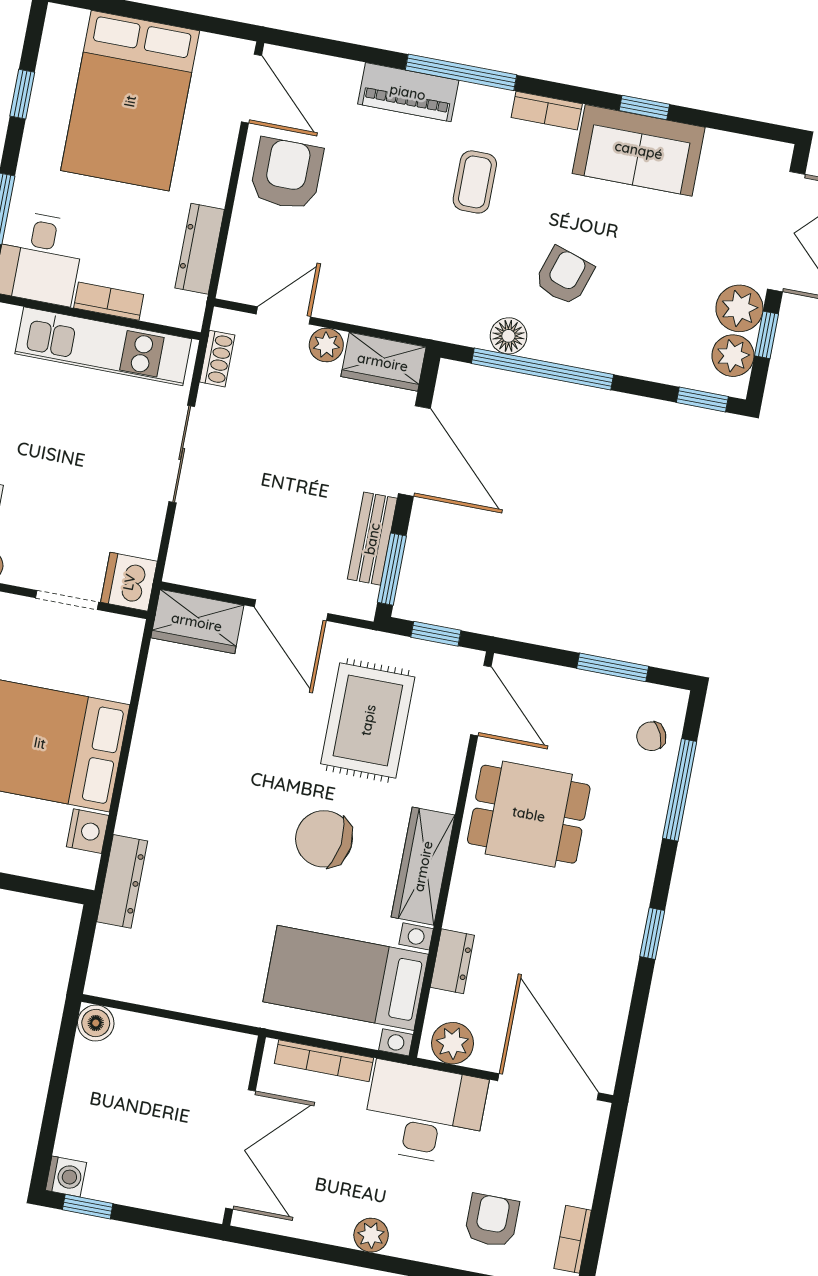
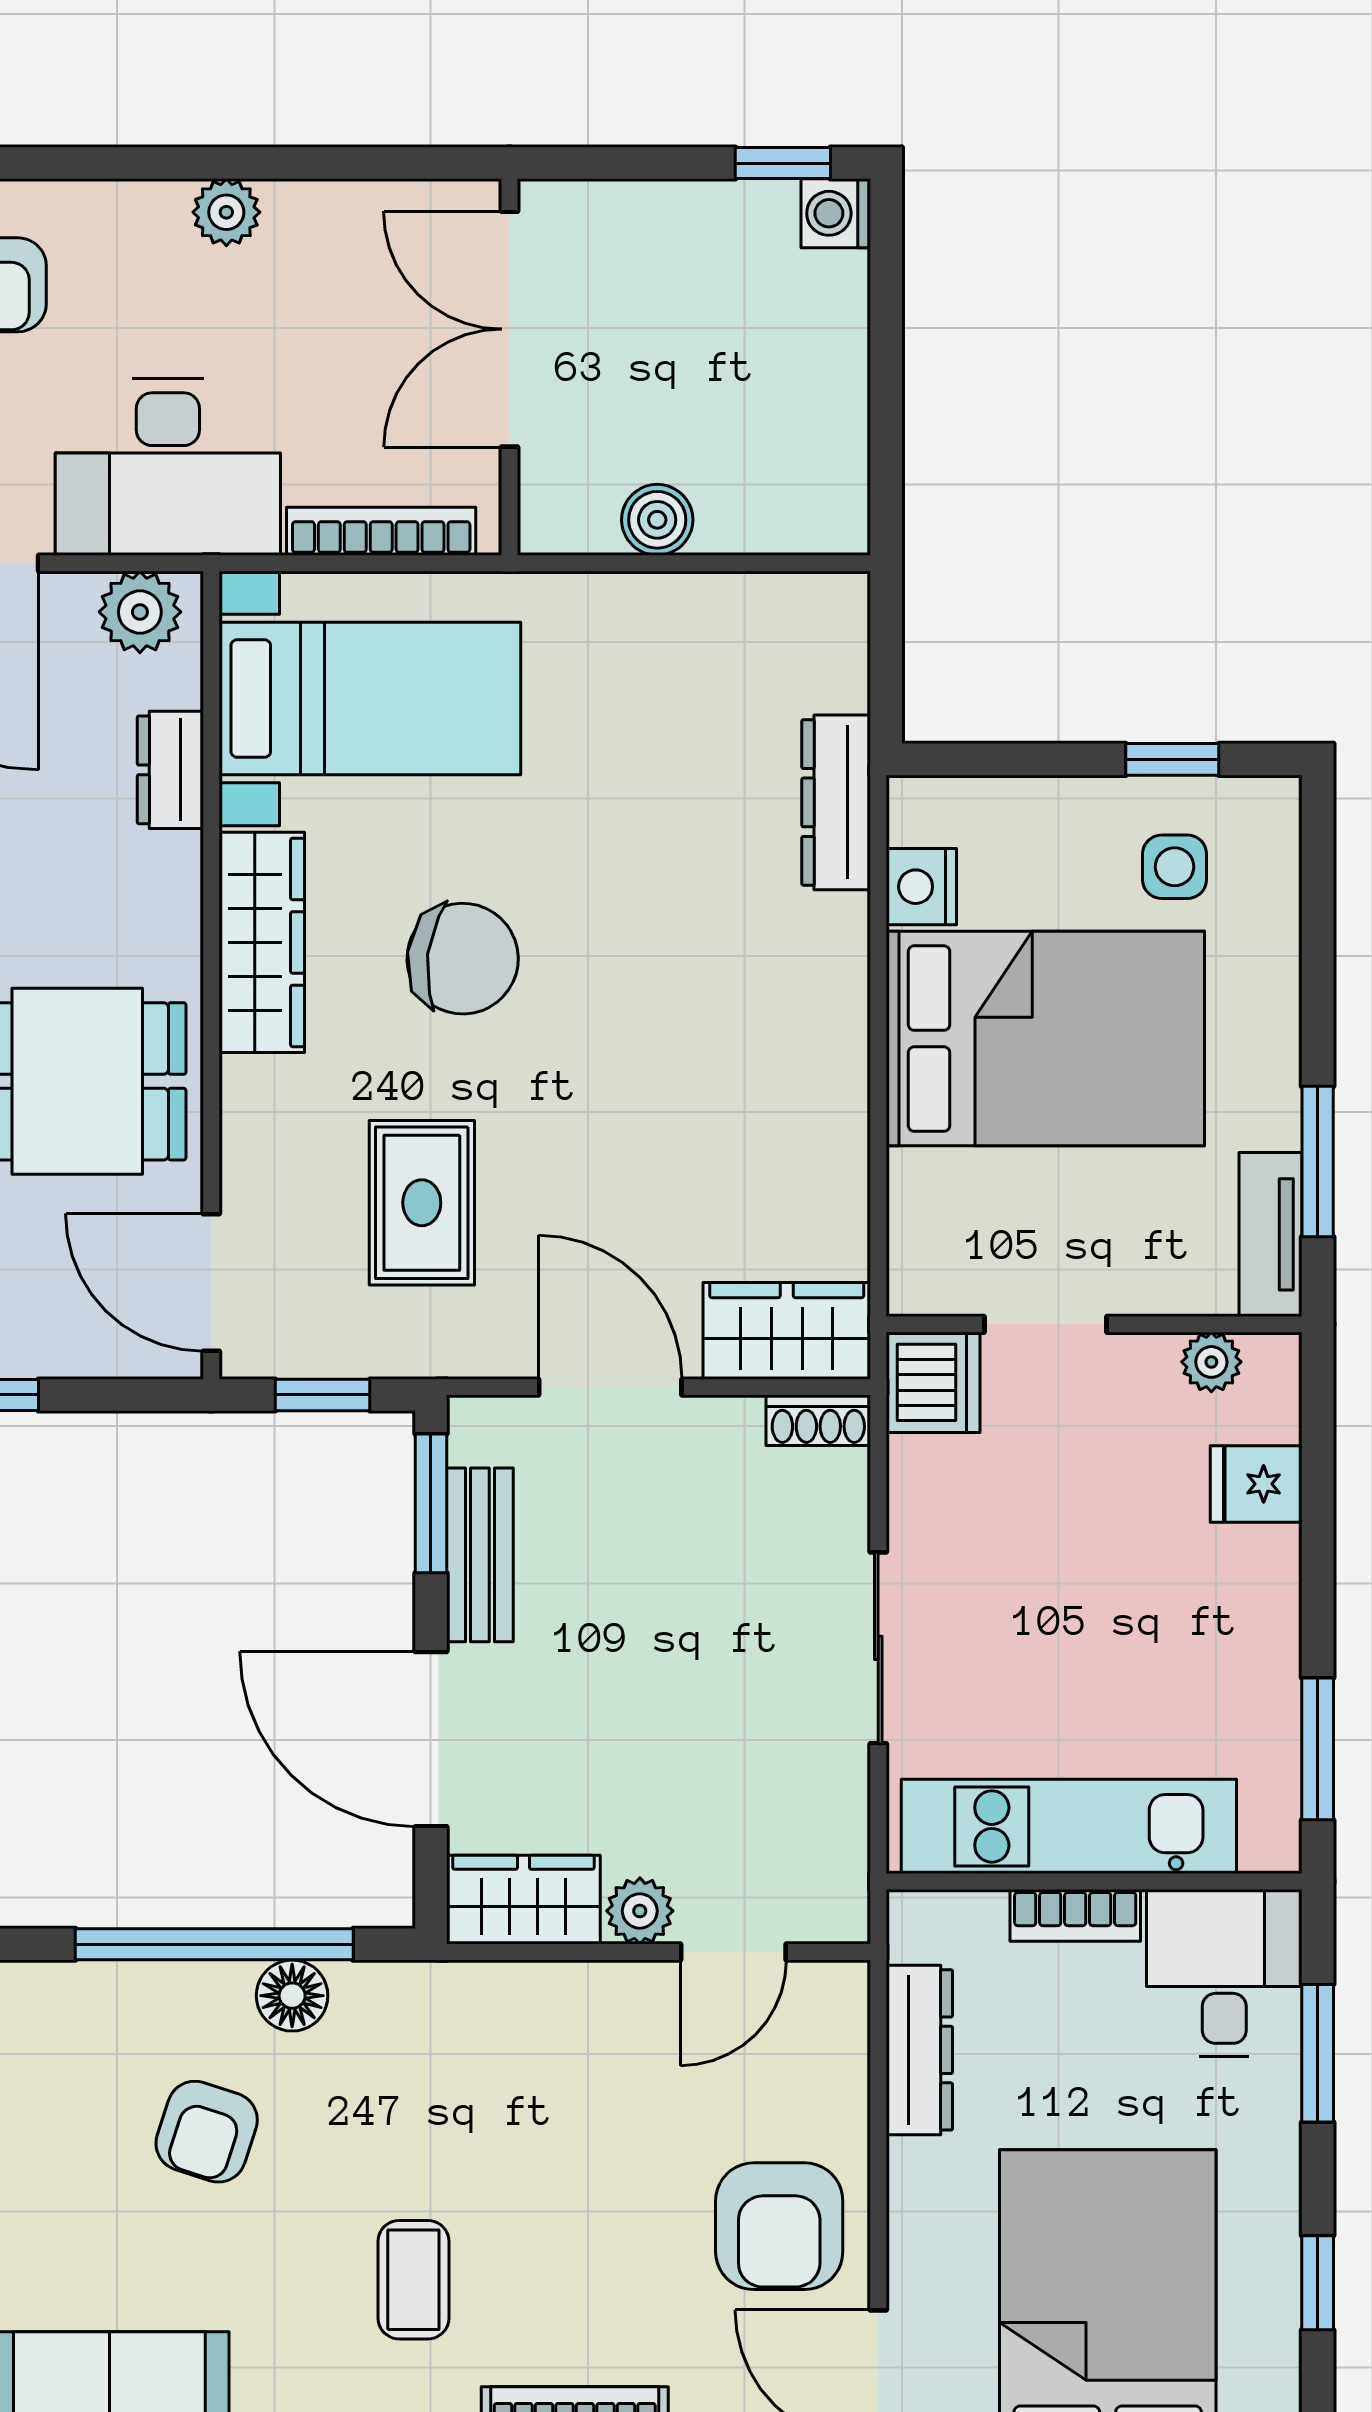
shoe rack: (217, 359) -> (818, 1420), moved, turned -90
rug: (368, 720) -> (422, 1203), width x0.73, depth x0.70
boiler: (96, 1023) -> (657, 520), moved

